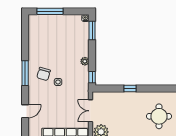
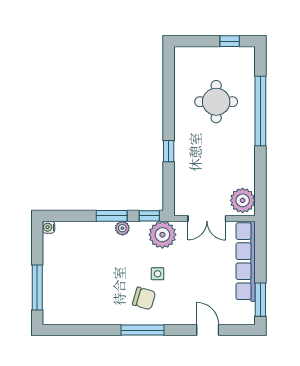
window: (92, 31) -> (112, 216), moved
plant: (81, 85) -> (162, 235), added

